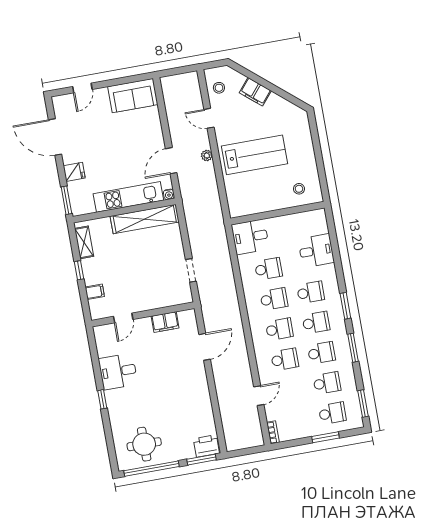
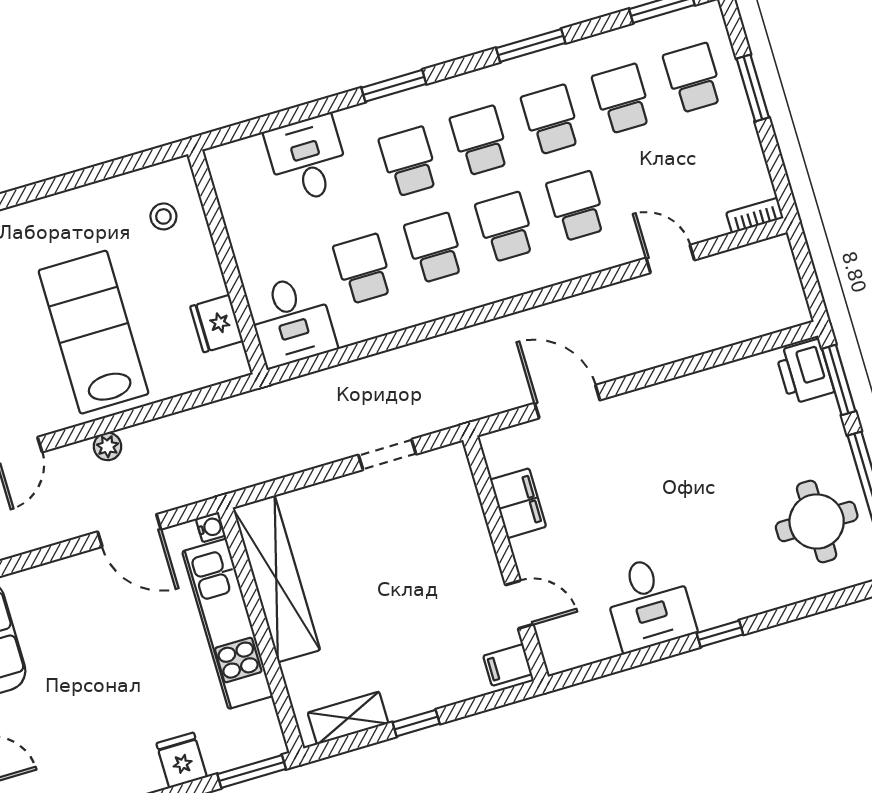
fridge: (252, 206) -> (217, 324), added
filing cabinet: (95, 292) -> (508, 665), moved, turned -90
window: (345, 306) -> (394, 86), moved

